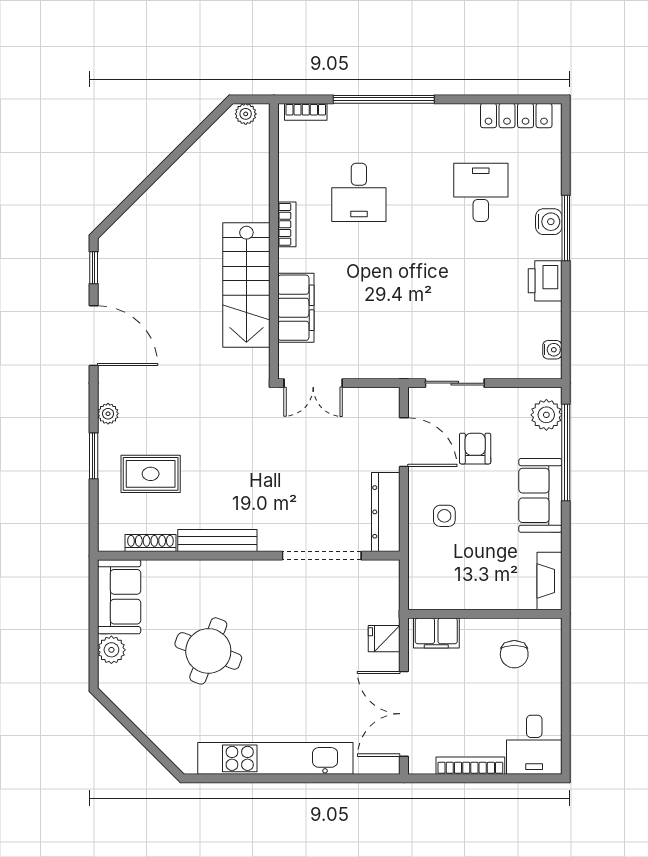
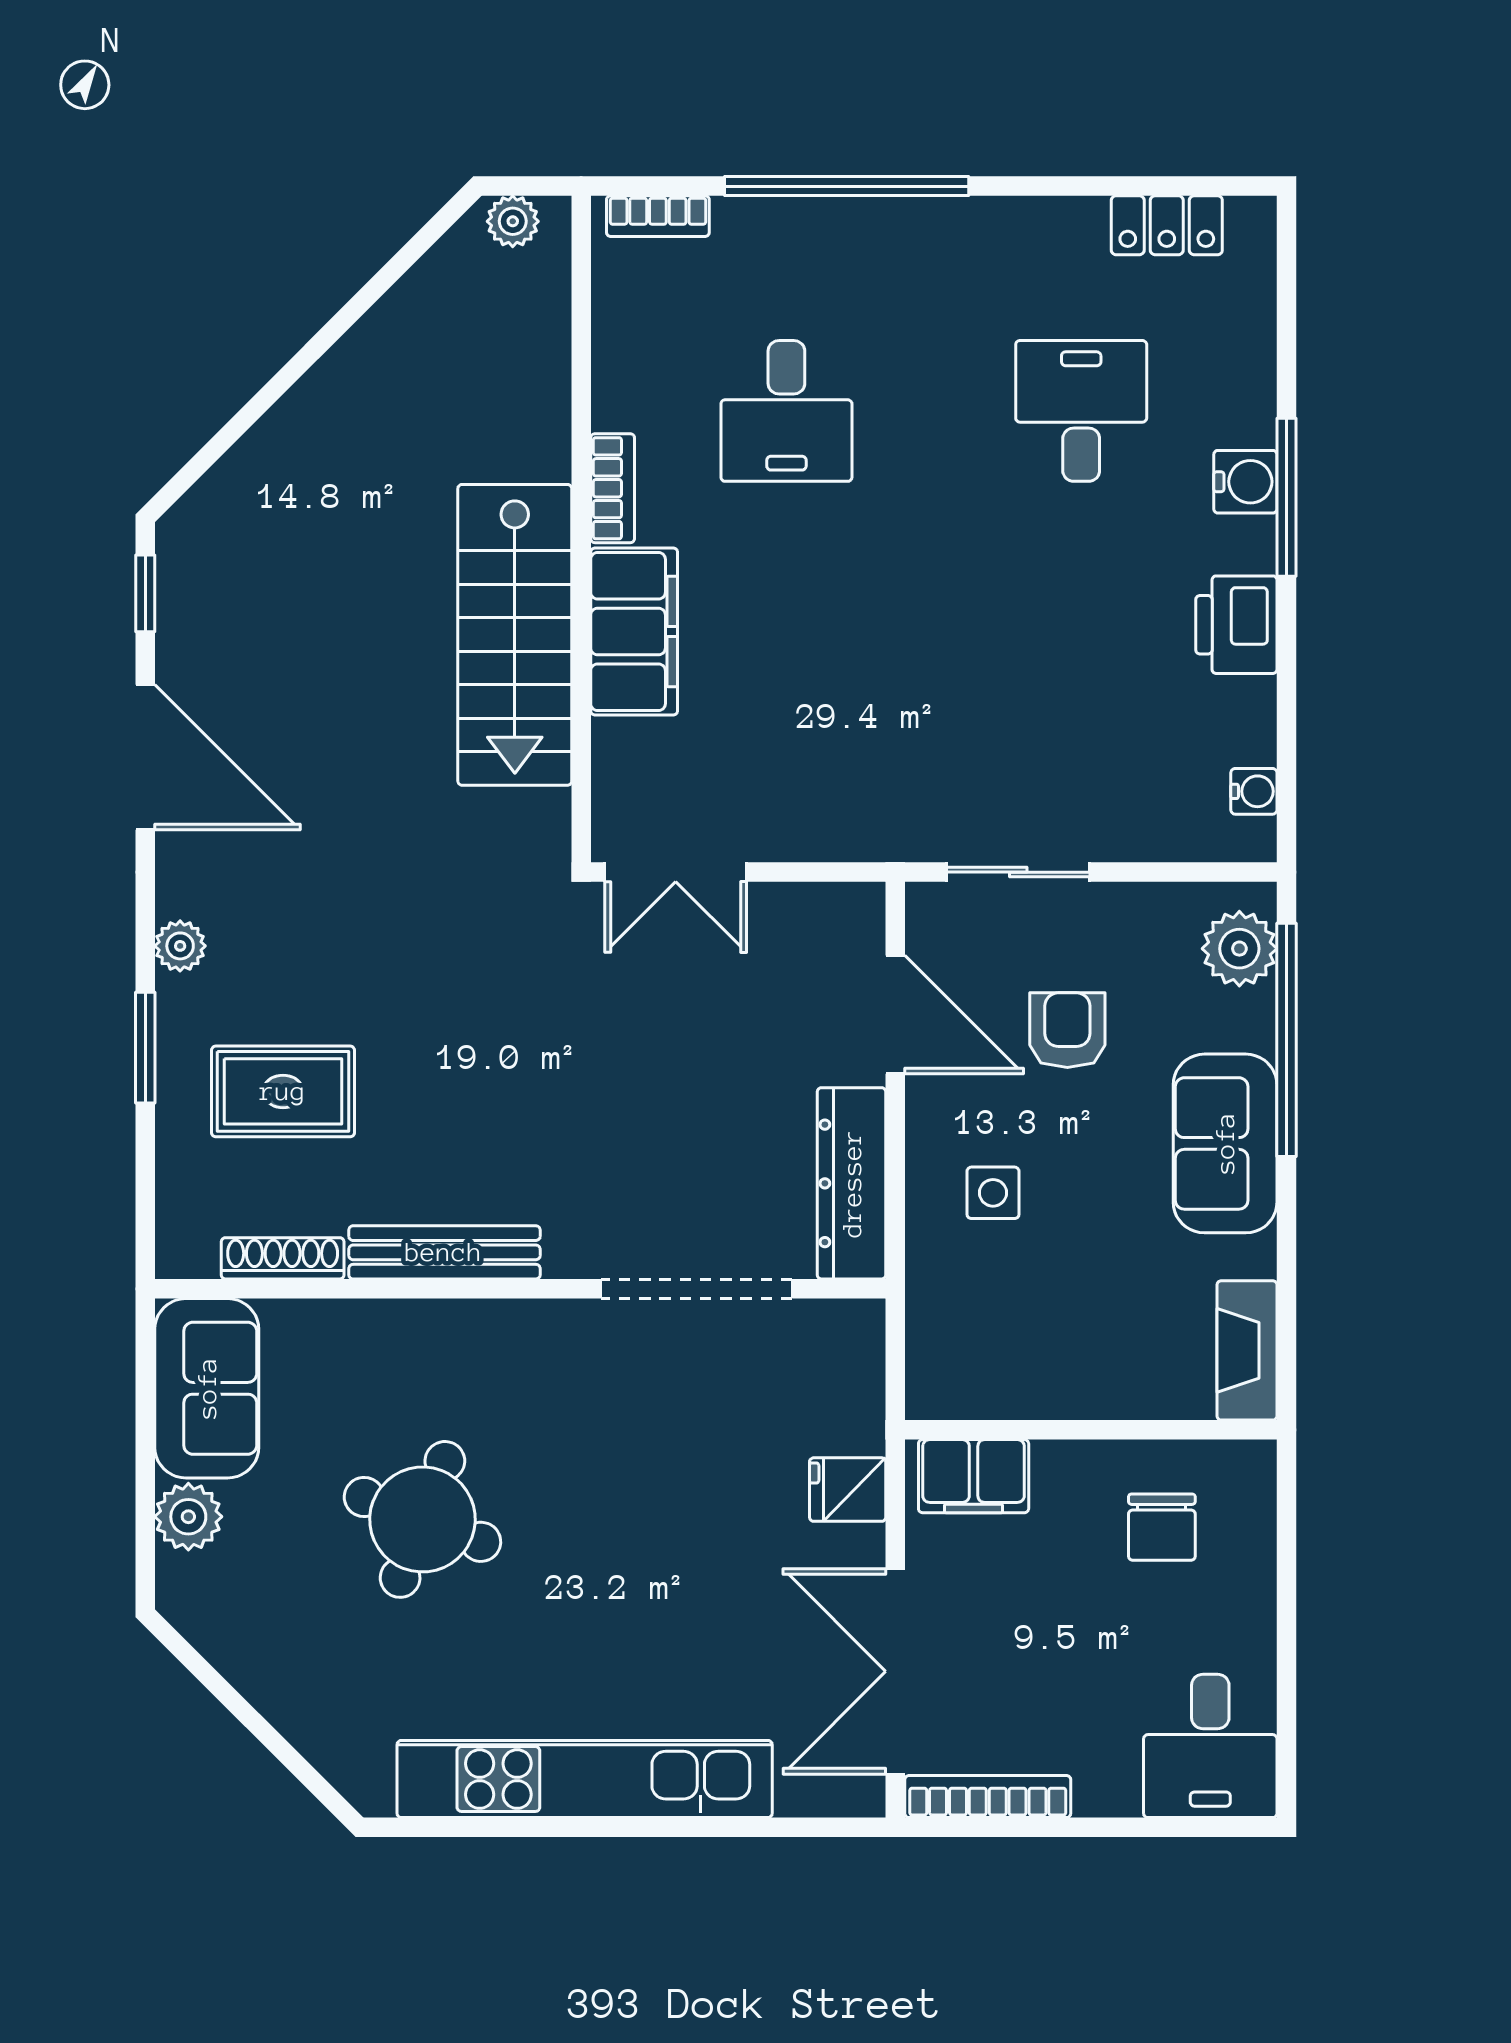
locker: (516, 116) -> (1167, 225), width x0.66
filing cabinet: (296, 308) -> (634, 632), moved
bookcase: (470, 766) -> (988, 1797), moved

